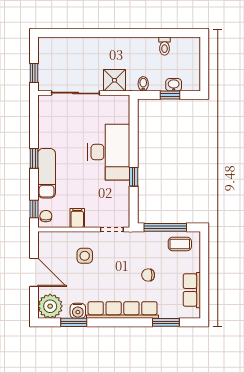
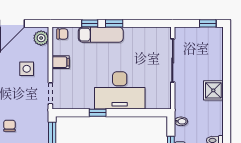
window: (34, 73) -> (208, 23), moved
shower: (114, 80) -> (213, 90), moved
window: (34, 209) -> (90, 23), moved
plant: (50, 240) -> (41, 38), added

